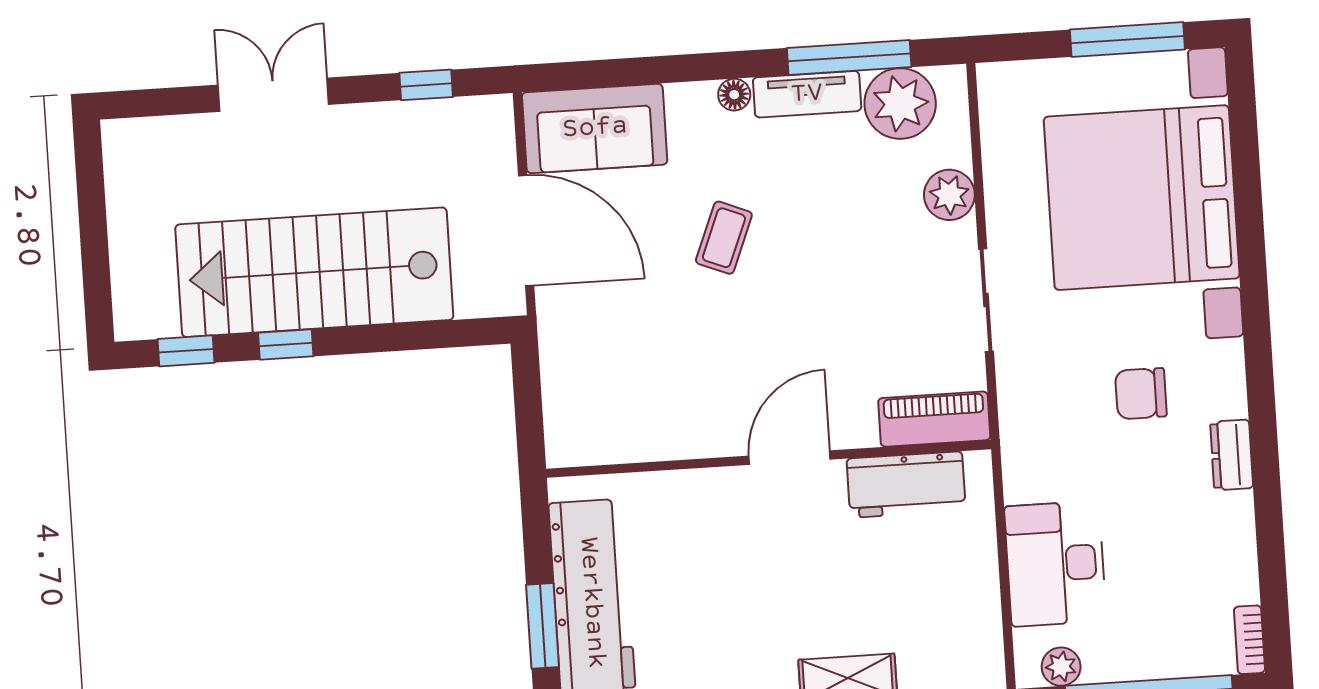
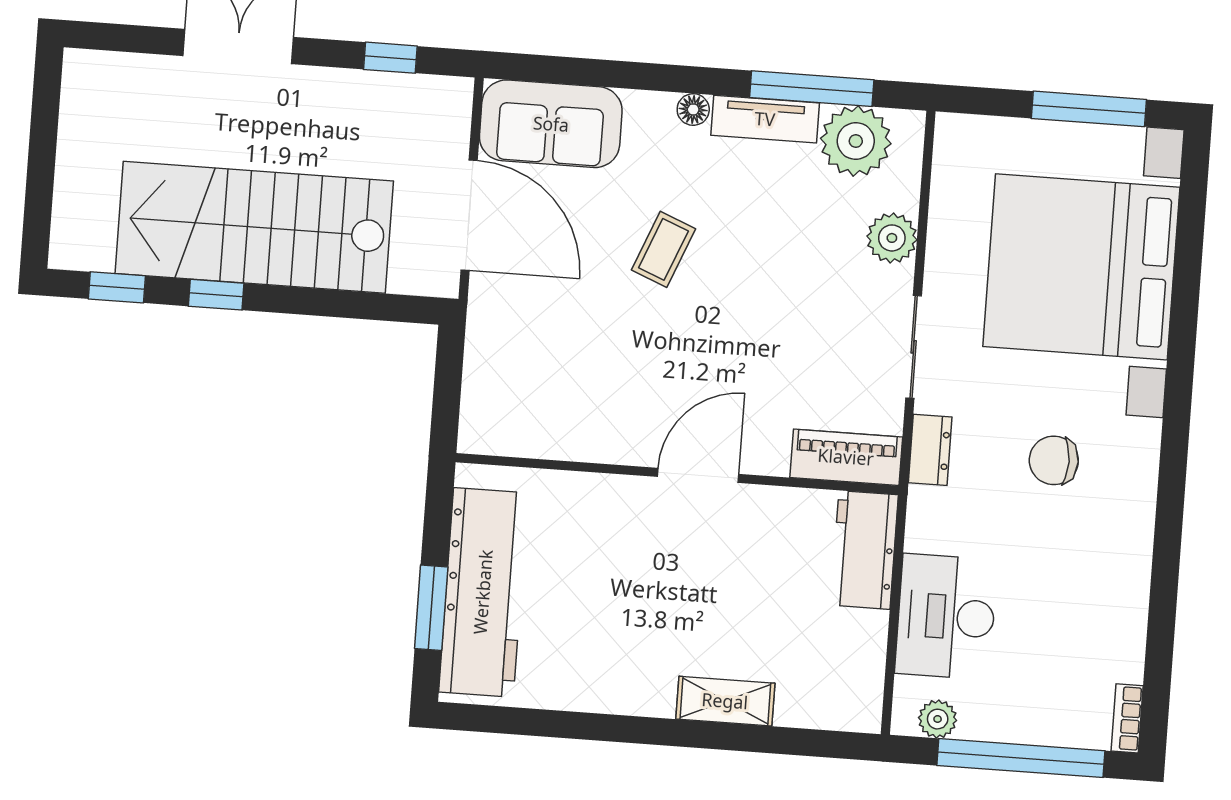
dresser: (1232, 455) -> (930, 450), moved, turned 180
workbench: (906, 485) -> (864, 550), moved, turned 90

